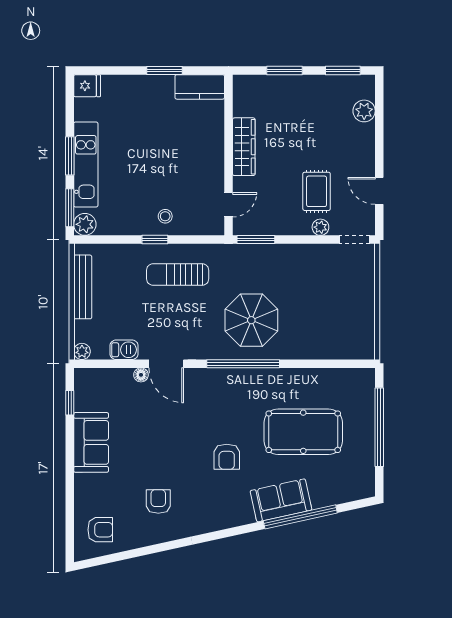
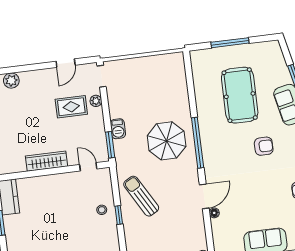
sun lounger: (178, 275) -> (141, 196), turned 150
barbecue: (124, 350) -> (118, 129), moved, turned 180
window: (379, 427) -> (230, 43), width x0.68

